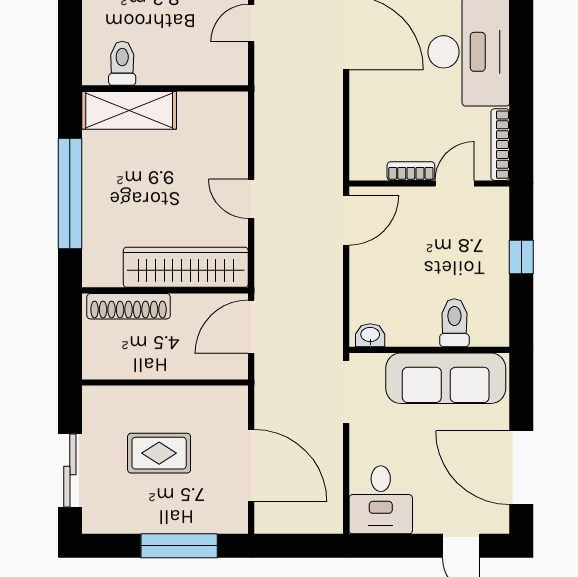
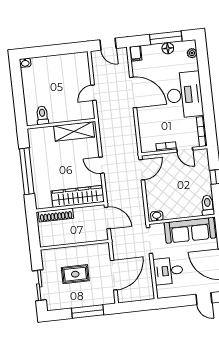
shelving: (129, 110) -> (74, 131), moved
door: (455, 183) -> (185, 150), swing flipped
toilet: (454, 323) -> (208, 205), moved
door: (251, 327) -> (107, 218), swing flipped
door: (251, 466) -> (114, 275), hinge flipped
desk: (381, 500) -> (168, 271), moved, turned 90

